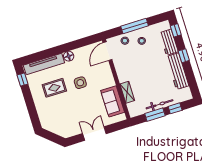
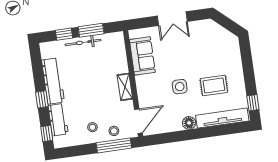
window: (135, 26) -> (114, 145), moved
shelving: (127, 92) -> (125, 87), moved

